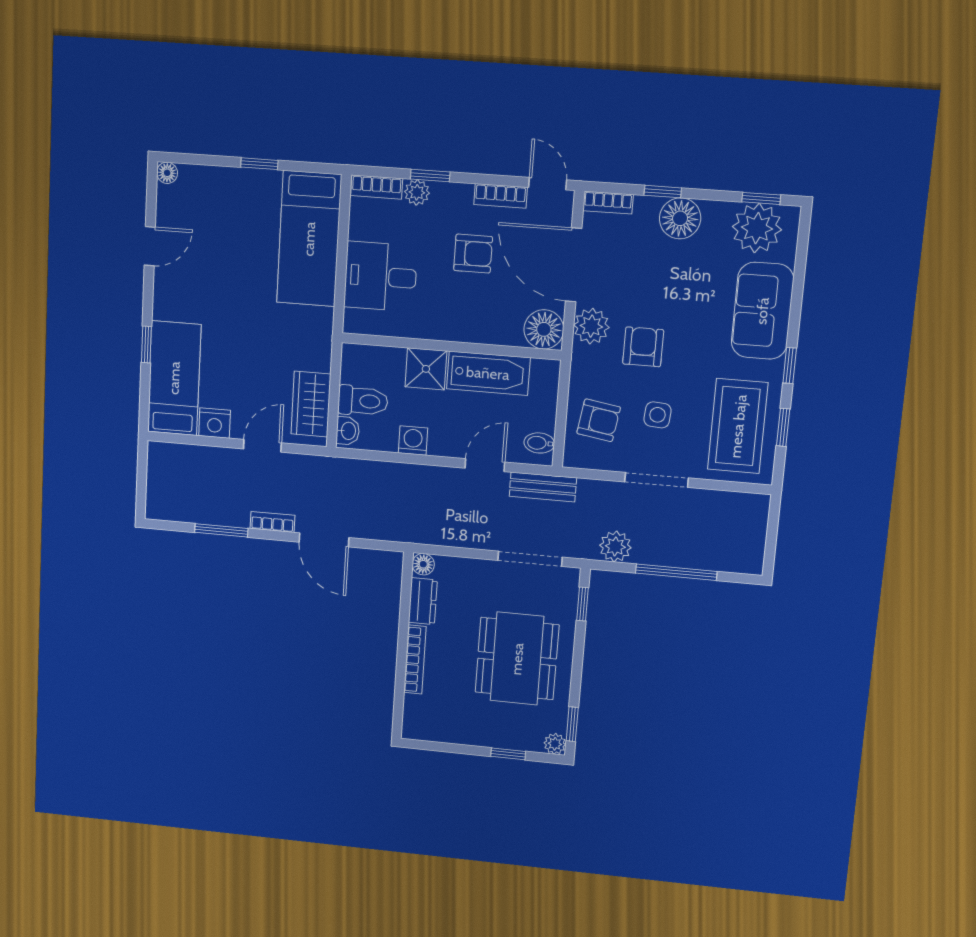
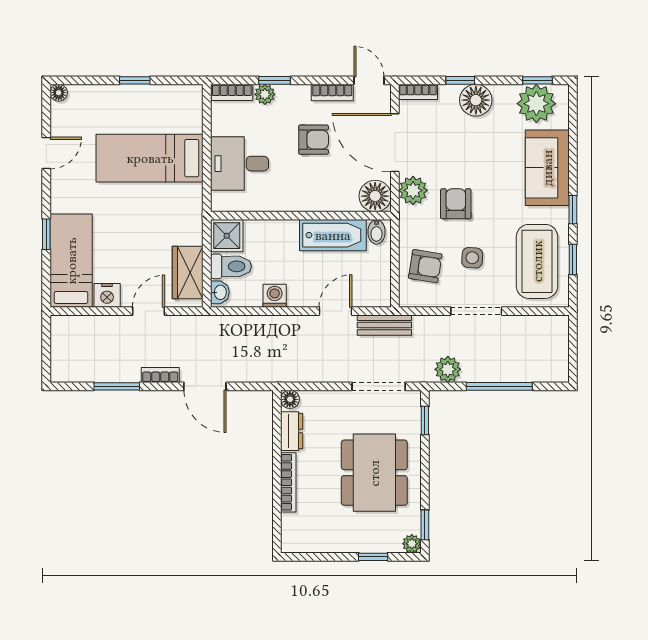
bed: (309, 239) -> (150, 158), moved, turned 90
shower: (426, 369) -> (227, 236), moved
bidet: (539, 443) -> (376, 232), moved, turned -90

